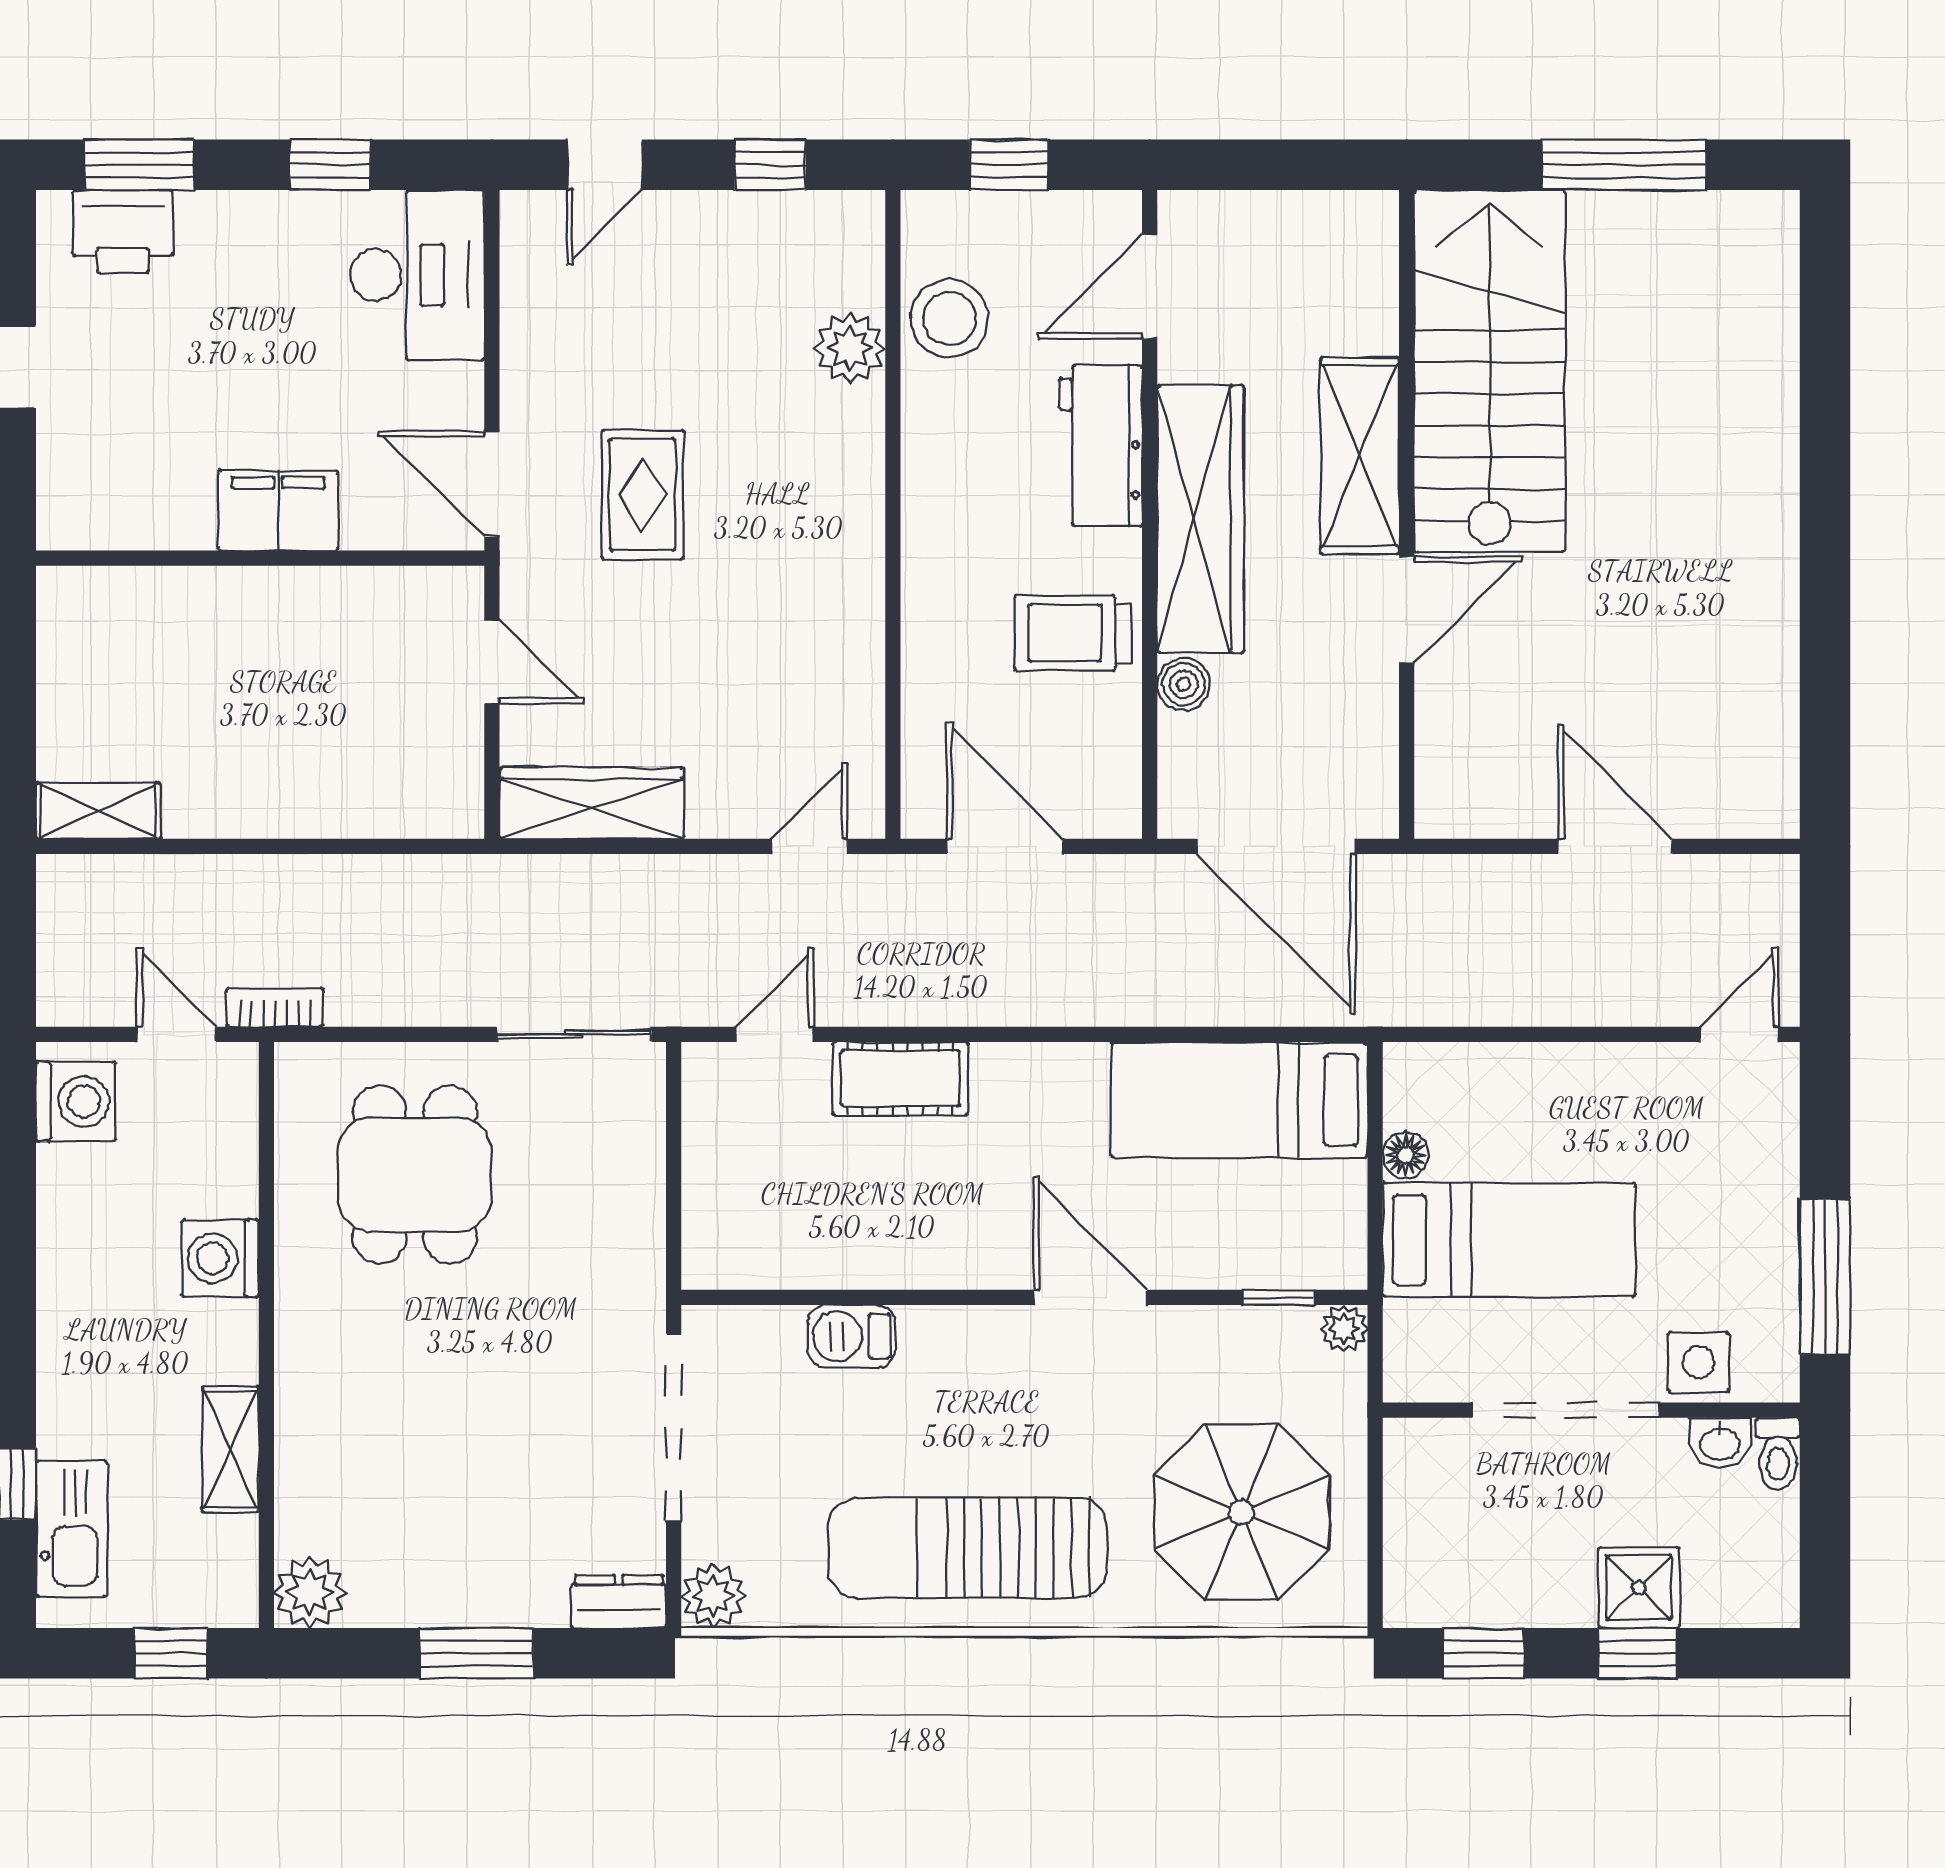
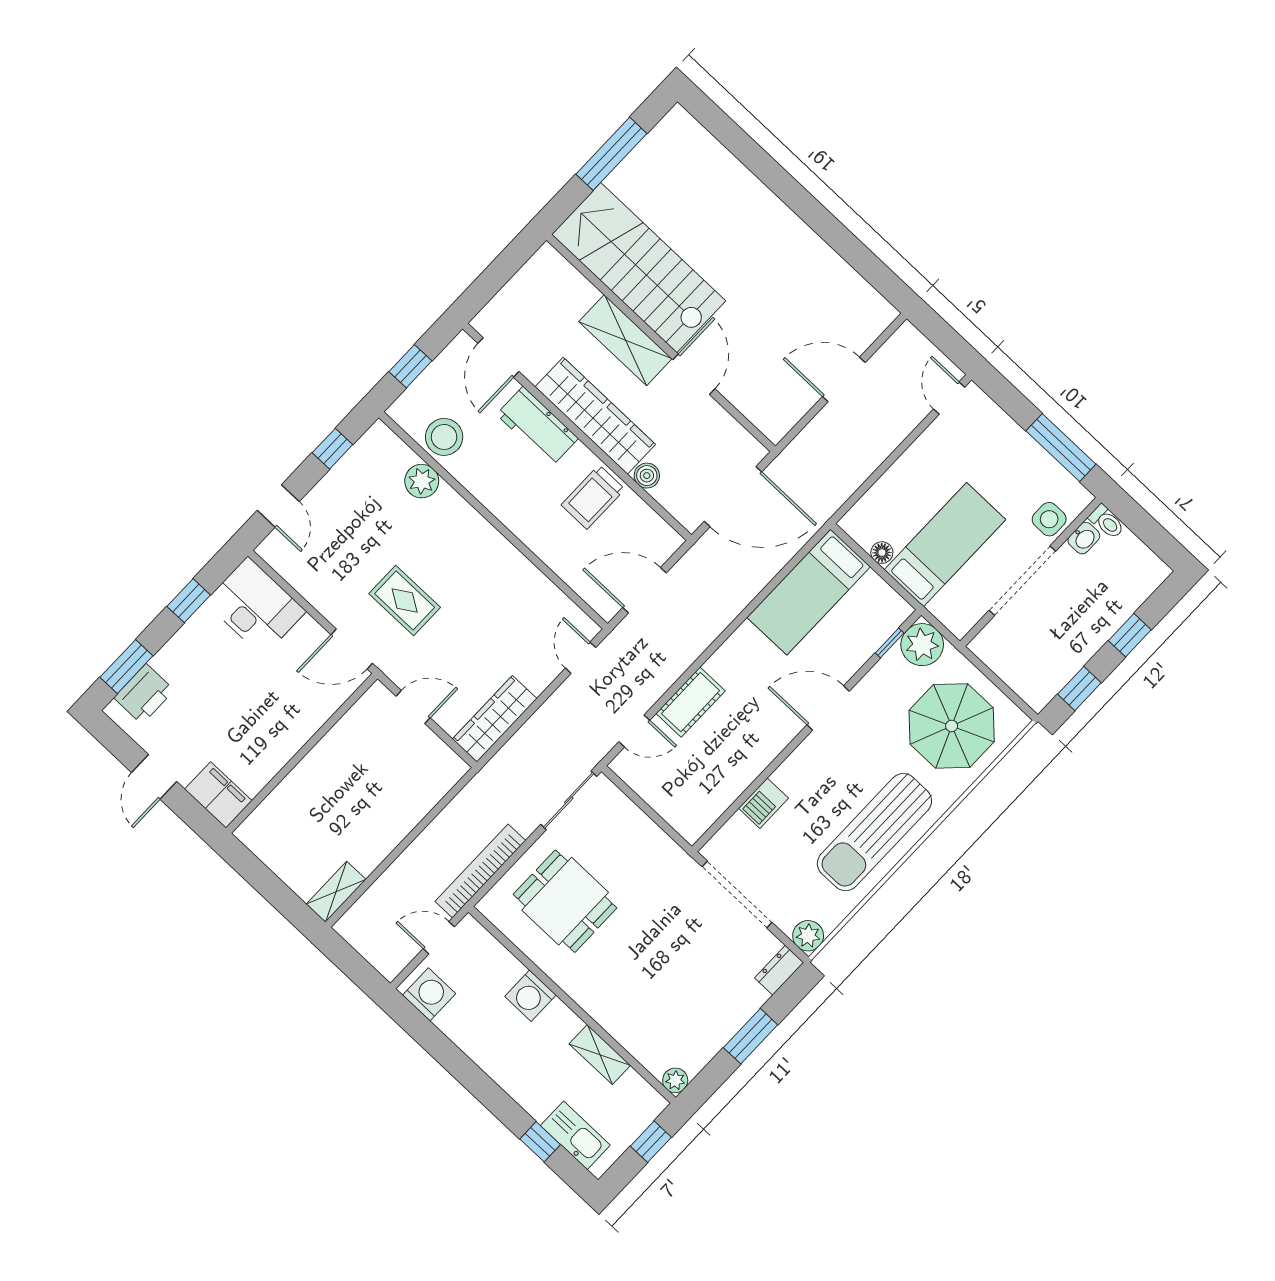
filing cabinet: (278, 511) -> (218, 795), moved, turned 90
bookcase: (275, 1007) -> (480, 871), width x2.31, depth x1.31
door: (775, 1034) -> (634, 731), swing flipped
plant: (1344, 1329) -> (922, 645), width x1.87, depth x1.87
shower: (1639, 1588) -> (1107, 613), removed
plant: (310, 1592) -> (675, 1080), width x0.73, depth x0.73

